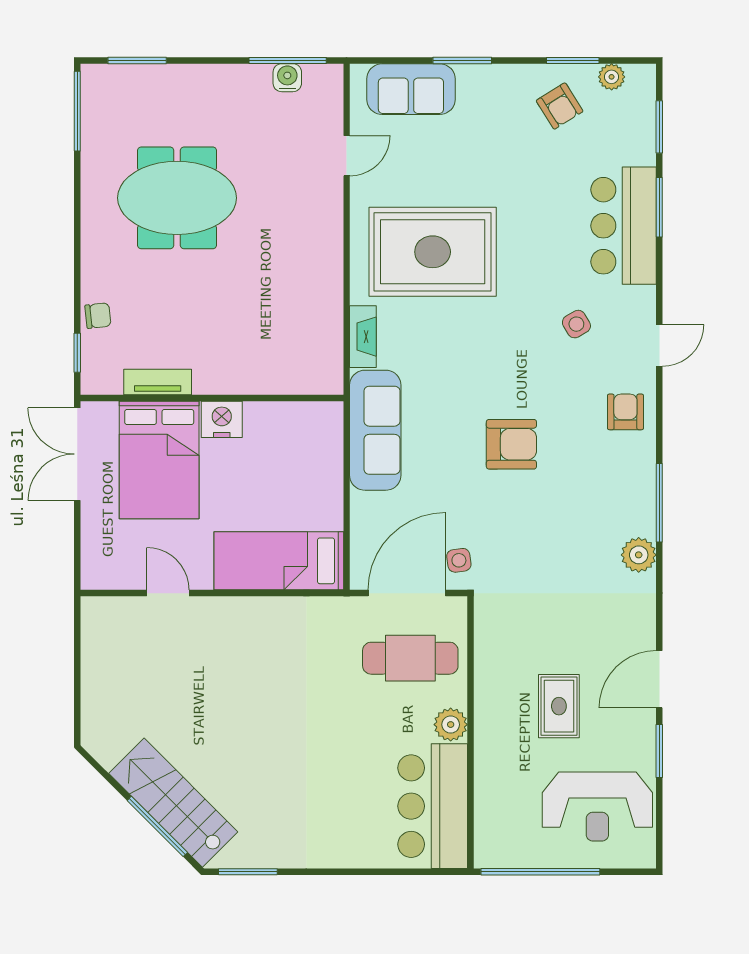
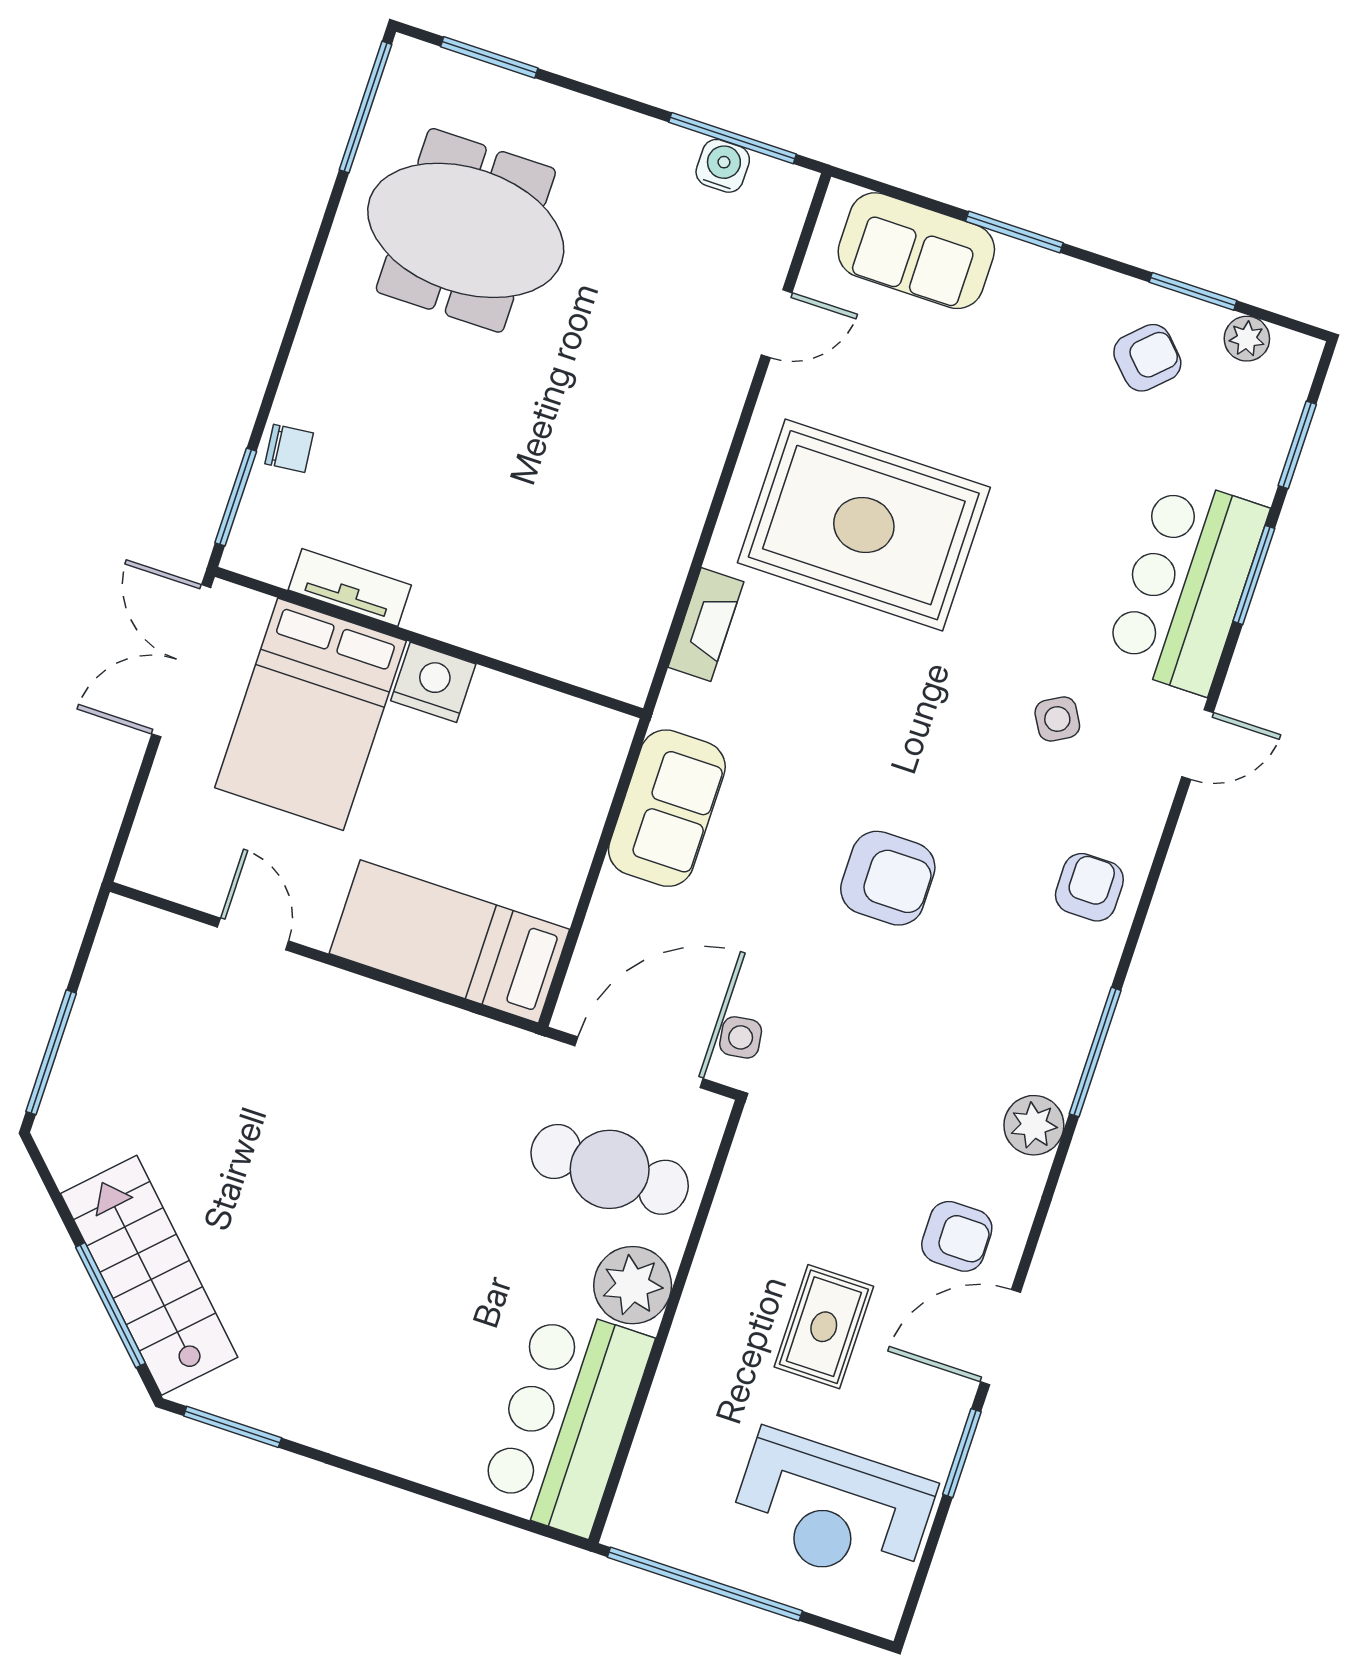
armchair: (560, 106) -> (1147, 358), turned -102
meeting table: (177, 198) -> (466, 230), moved
door: (659, 345) -> (1198, 745), moved
window: (77, 353) -> (236, 497), width x1.50
sofa: (375, 430) -> (667, 808), width x0.73
armchair: (616, 631) -> (957, 1236), added
window: (77, 697) -> (51, 1052), added
plant: (451, 725) -> (633, 1285), width x1.36, depth x1.36

